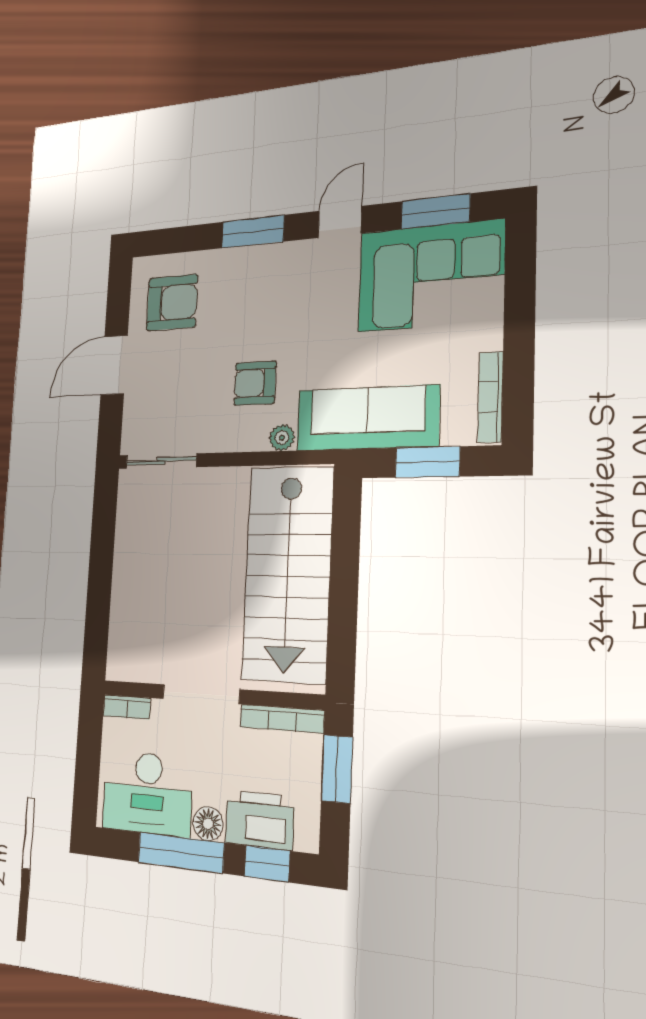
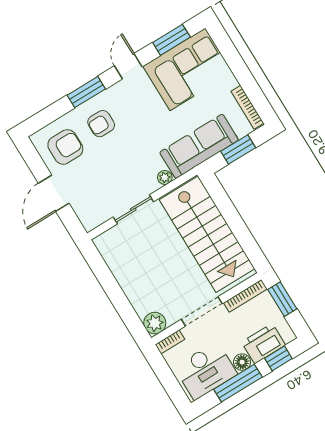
armchair: (255, 383) -> (101, 124), moved
sliding door: (161, 461) -> (133, 209), moved
plant: (124, 661) -> (155, 323), added

